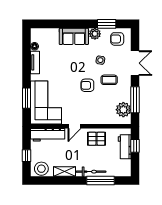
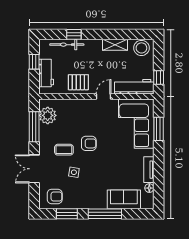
window: (73, 24) -> (105, 214), added
plant: (95, 34) -> (80, 202), removed
sofa: (74, 36) -> (124, 199), moved
window: (135, 146) -> (34, 62), moved
window: (26, 156) -> (159, 77), moved
bicycle: (91, 172) -> (67, 45), moved
window: (100, 181) -> (74, 34), width x0.46

